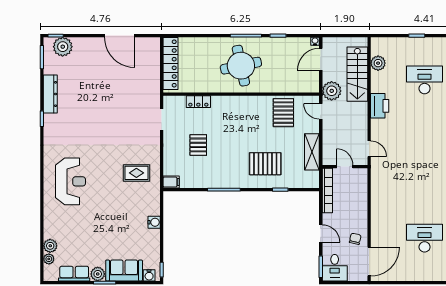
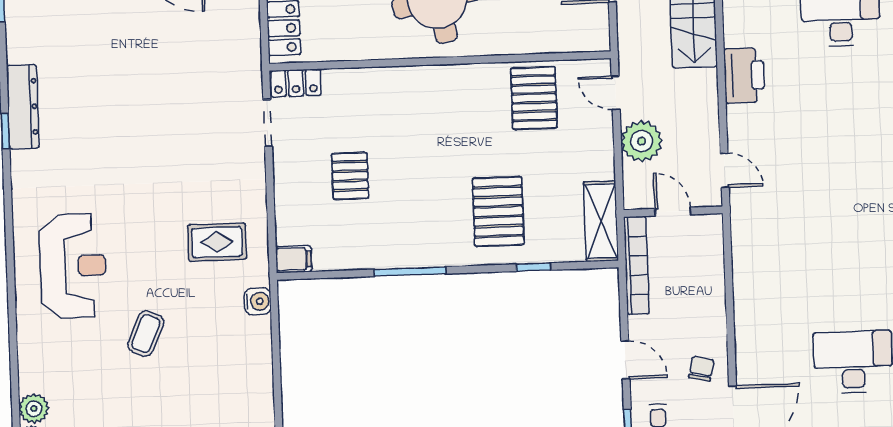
plant: (332, 91) -> (642, 141), moved
dresser: (50, 94) -> (23, 107), moved
locker: (198, 102) -> (296, 83), moved
shelving: (312, 152) -> (601, 221), moved
pallet: (265, 164) -> (498, 211), turned 90
coffee table: (103, 213) -> (146, 334), added
water cooler: (154, 222) -> (258, 301), moved

